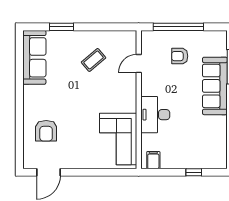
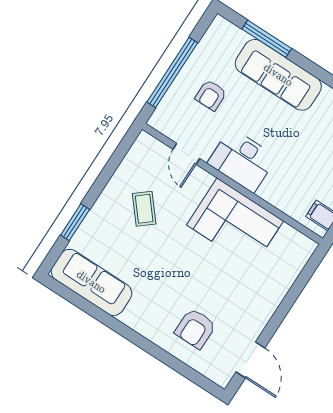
desk: (155, 115) -> (242, 160), moved
armchair: (46, 131) -> (195, 328), turned 90
corner sofa: (118, 139) -> (235, 223), moved

